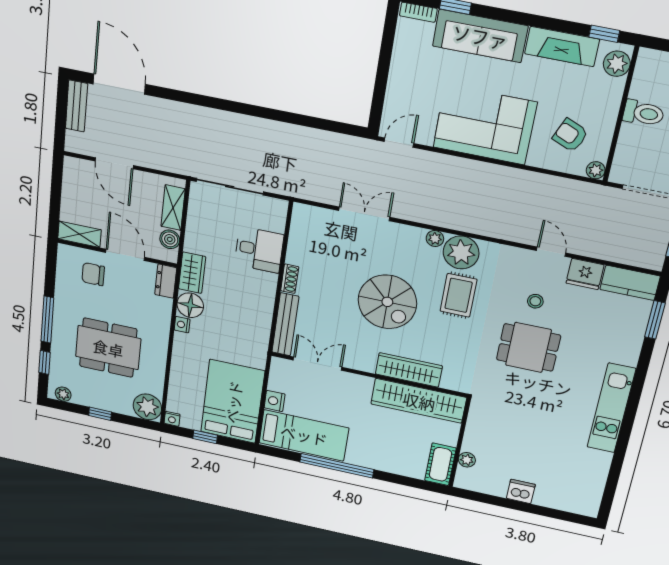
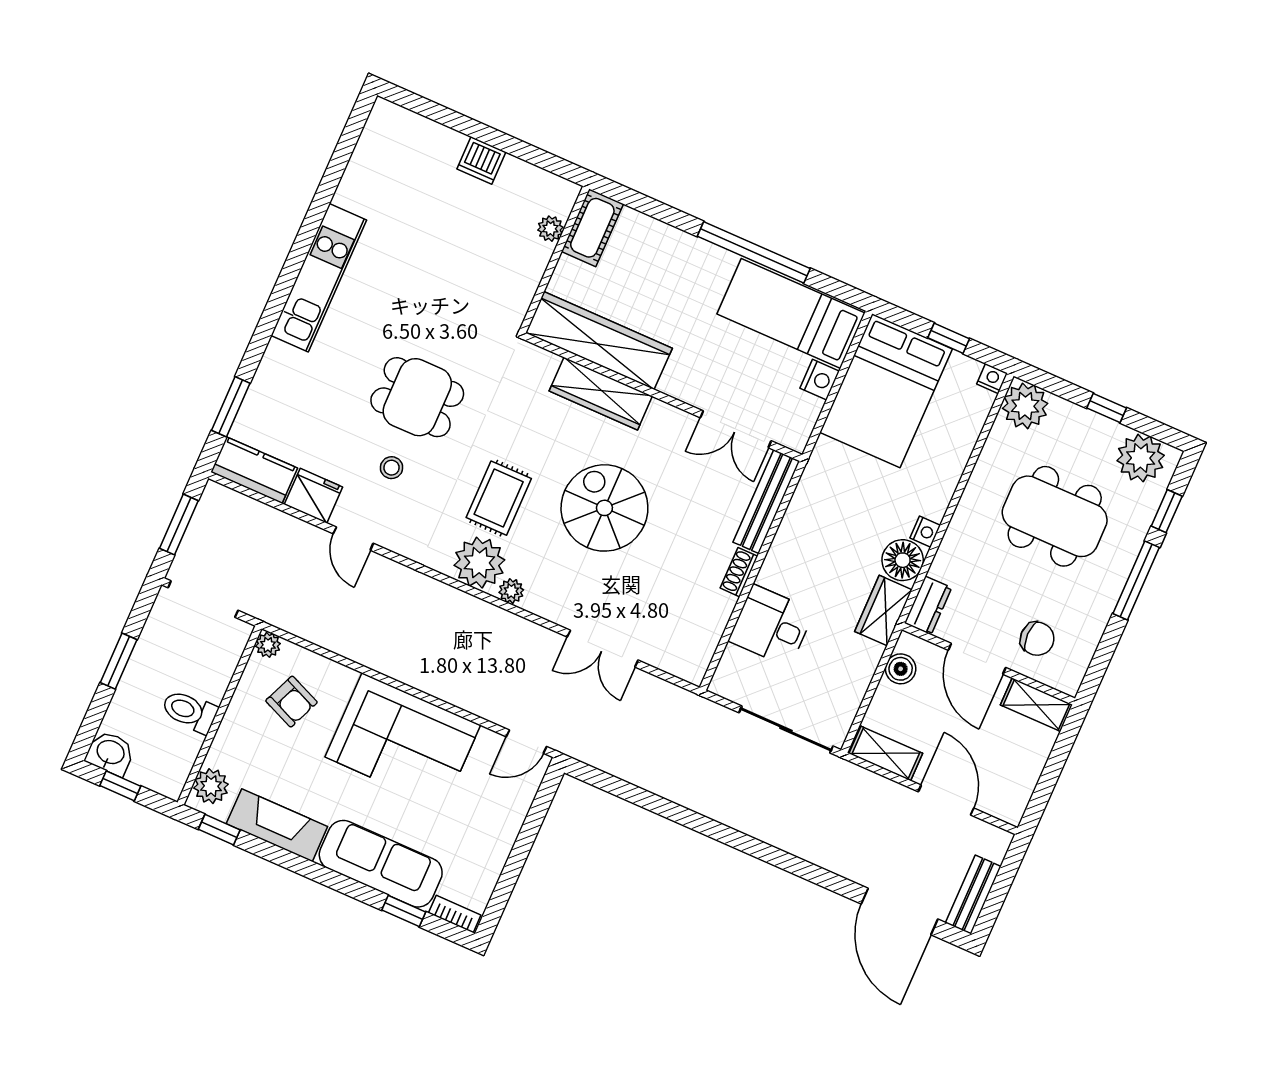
shelving: (173, 208) -> (886, 753), moved, turned 90
plant: (63, 394) -> (1141, 458), width x1.87, depth x1.87

